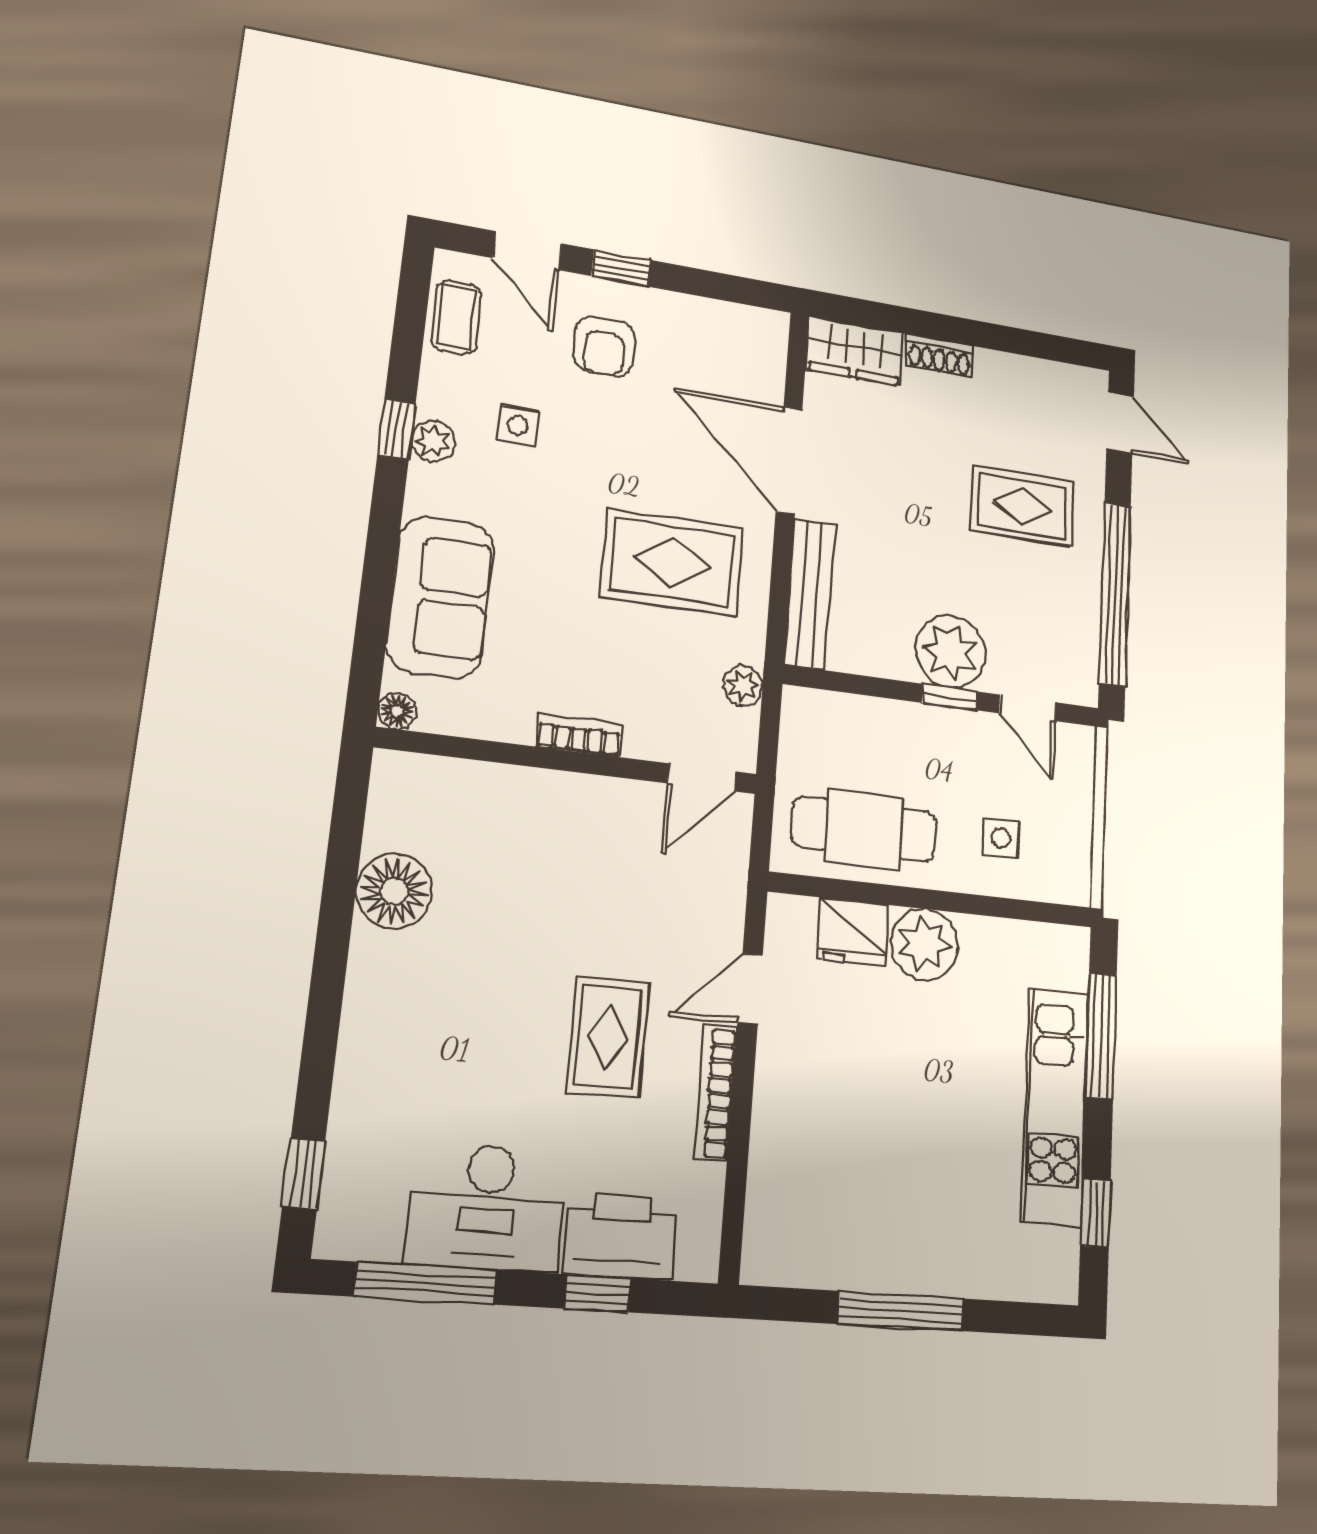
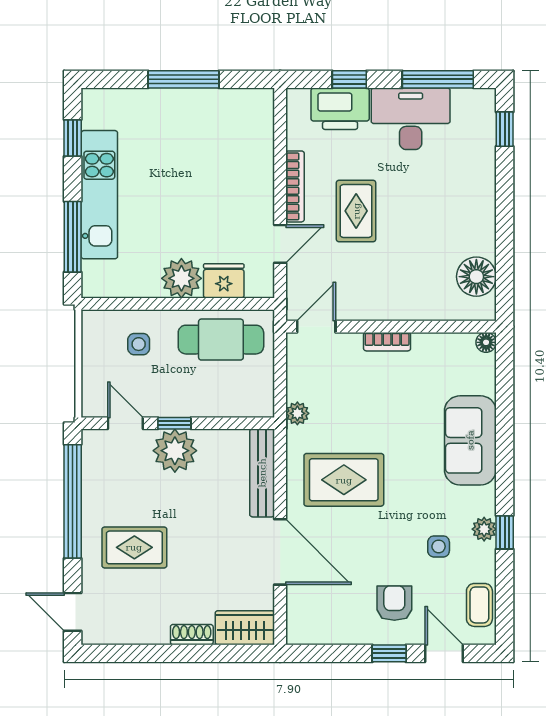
floor lamp: (397, 711) -> (486, 342), moved
bookcase: (579, 735) -> (387, 342), moved
wall: (569, 761) -> (391, 327), moved
door: (702, 777) -> (316, 327), moved

